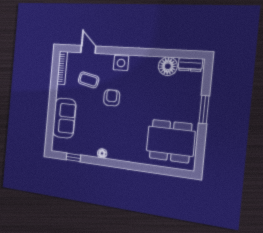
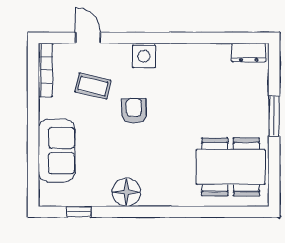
floor lamp: (168, 66) -> (216, 57), removed
floor lamp: (102, 153) -> (126, 192), width x1.89, depth x1.89

